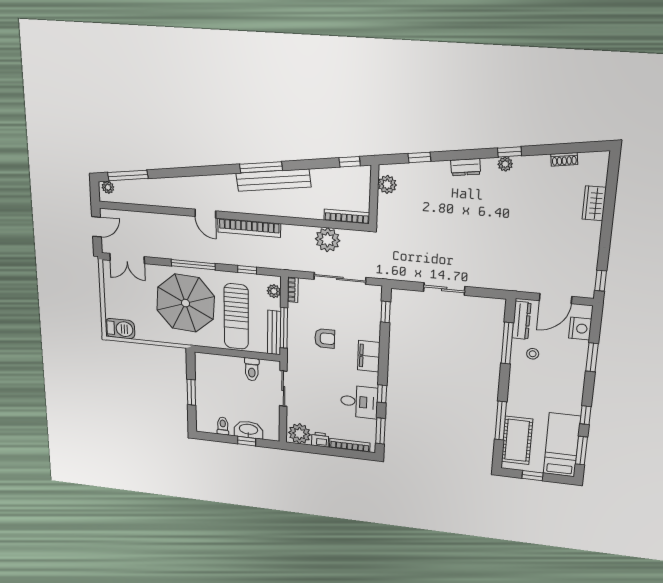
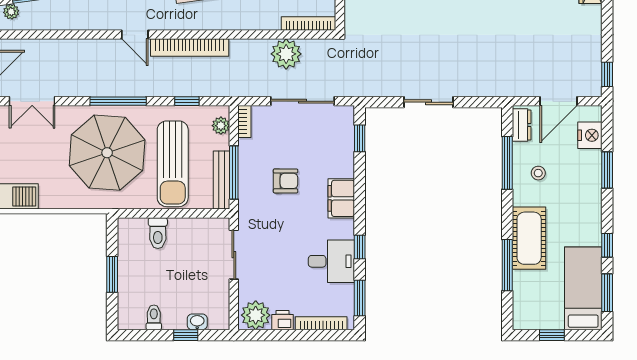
dresser: (521, 320) -> (522, 125), width x0.70
toilet: (252, 369) -> (158, 233), moved
washbasin: (248, 430) -> (197, 322), width x0.52, depth x0.69
cot: (517, 440) -> (529, 238), moved

